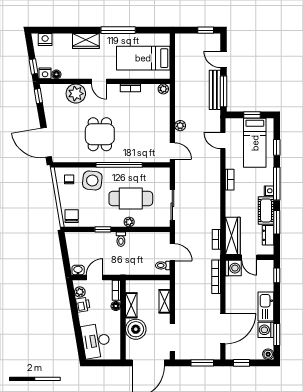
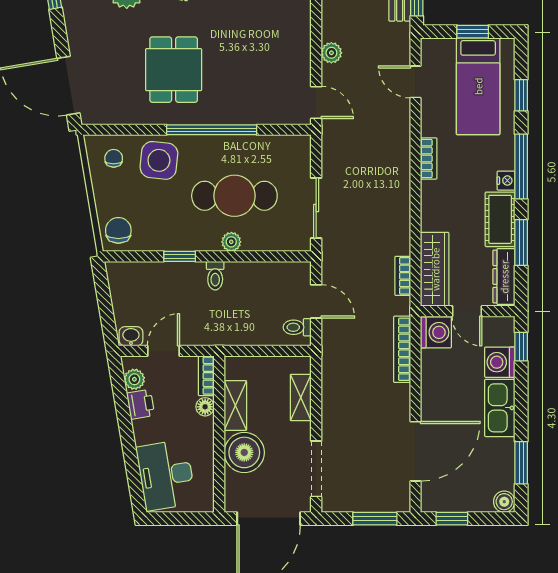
dresser: (268, 235) -> (504, 277), width x1.44
washing machine: (266, 330) -> (500, 362), moved

